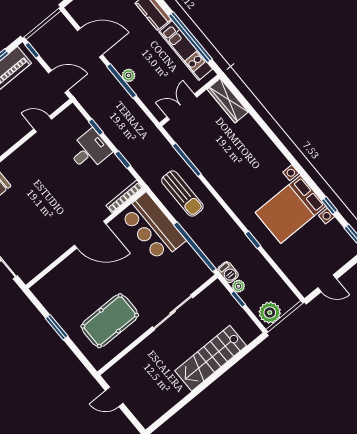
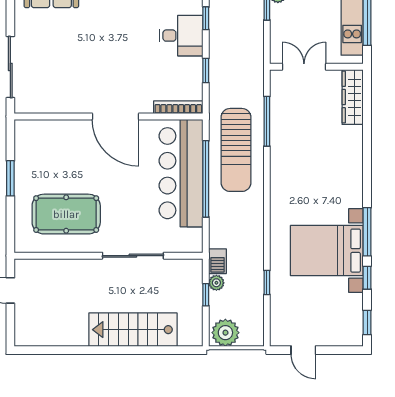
window: (306, 177) -> (367, 232), added
sun lounger: (182, 193) -> (236, 150), width x1.36, depth x1.34
bar counter: (153, 227) -> (181, 173), width x1.36
window: (253, 240) -> (267, 282), moved
window: (195, 247) -> (206, 179), moved

